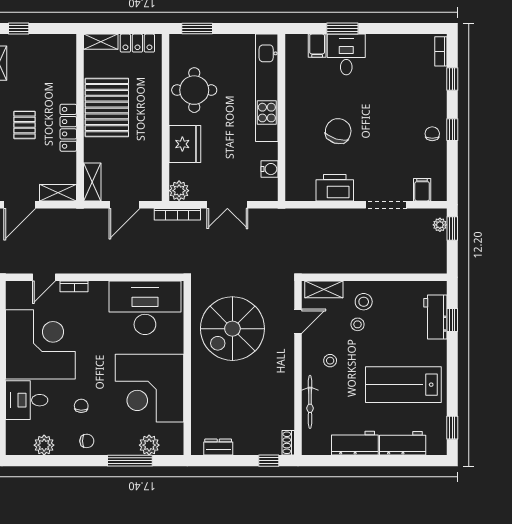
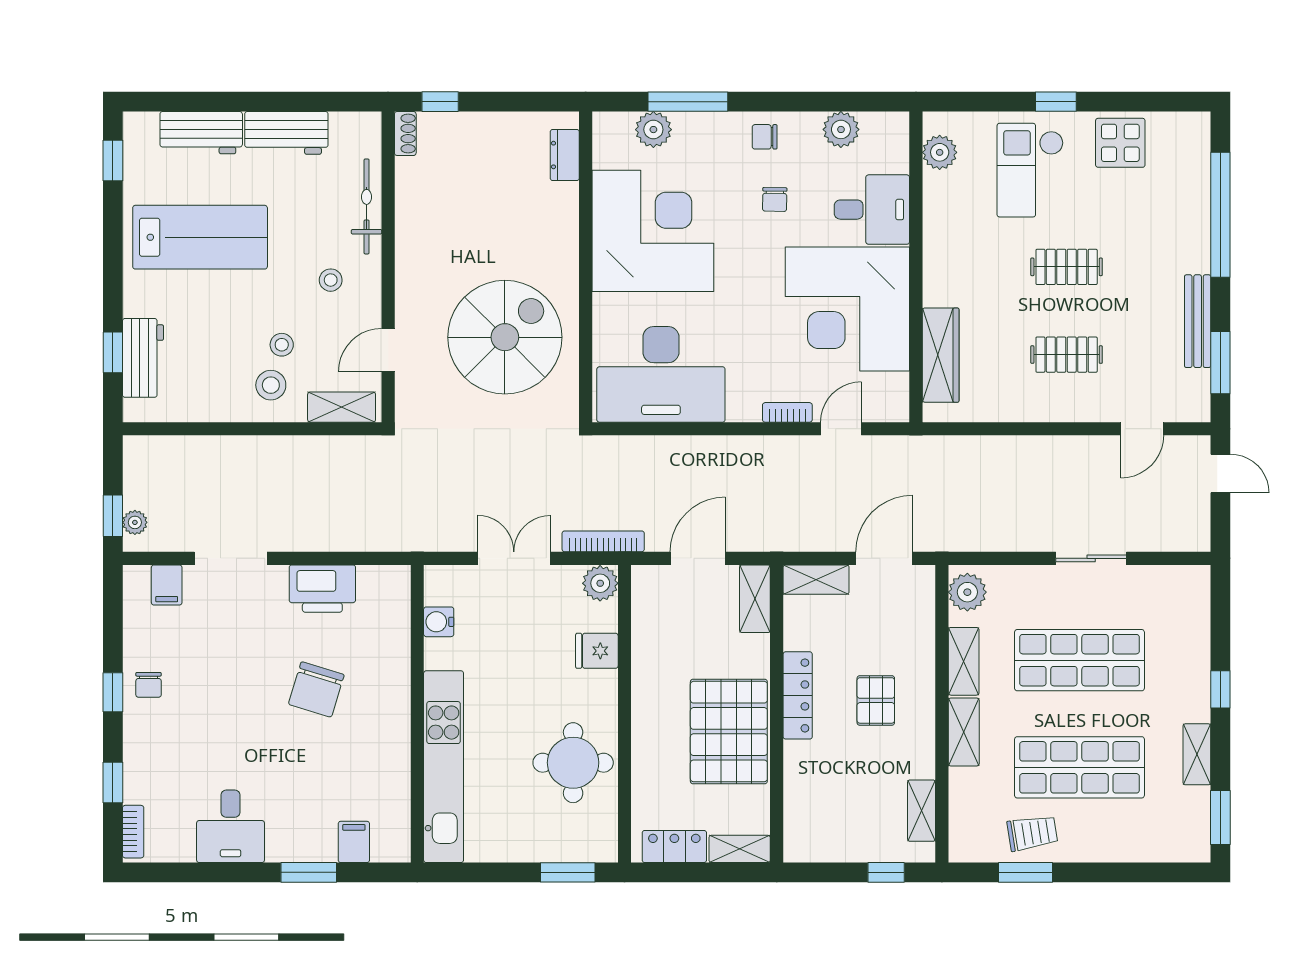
desk: (346, 54) -> (231, 826), moved
fridge: (185, 144) -> (597, 651), width x0.53, depth x0.75
dresser: (218, 447) -> (565, 155), moved, turned 90

